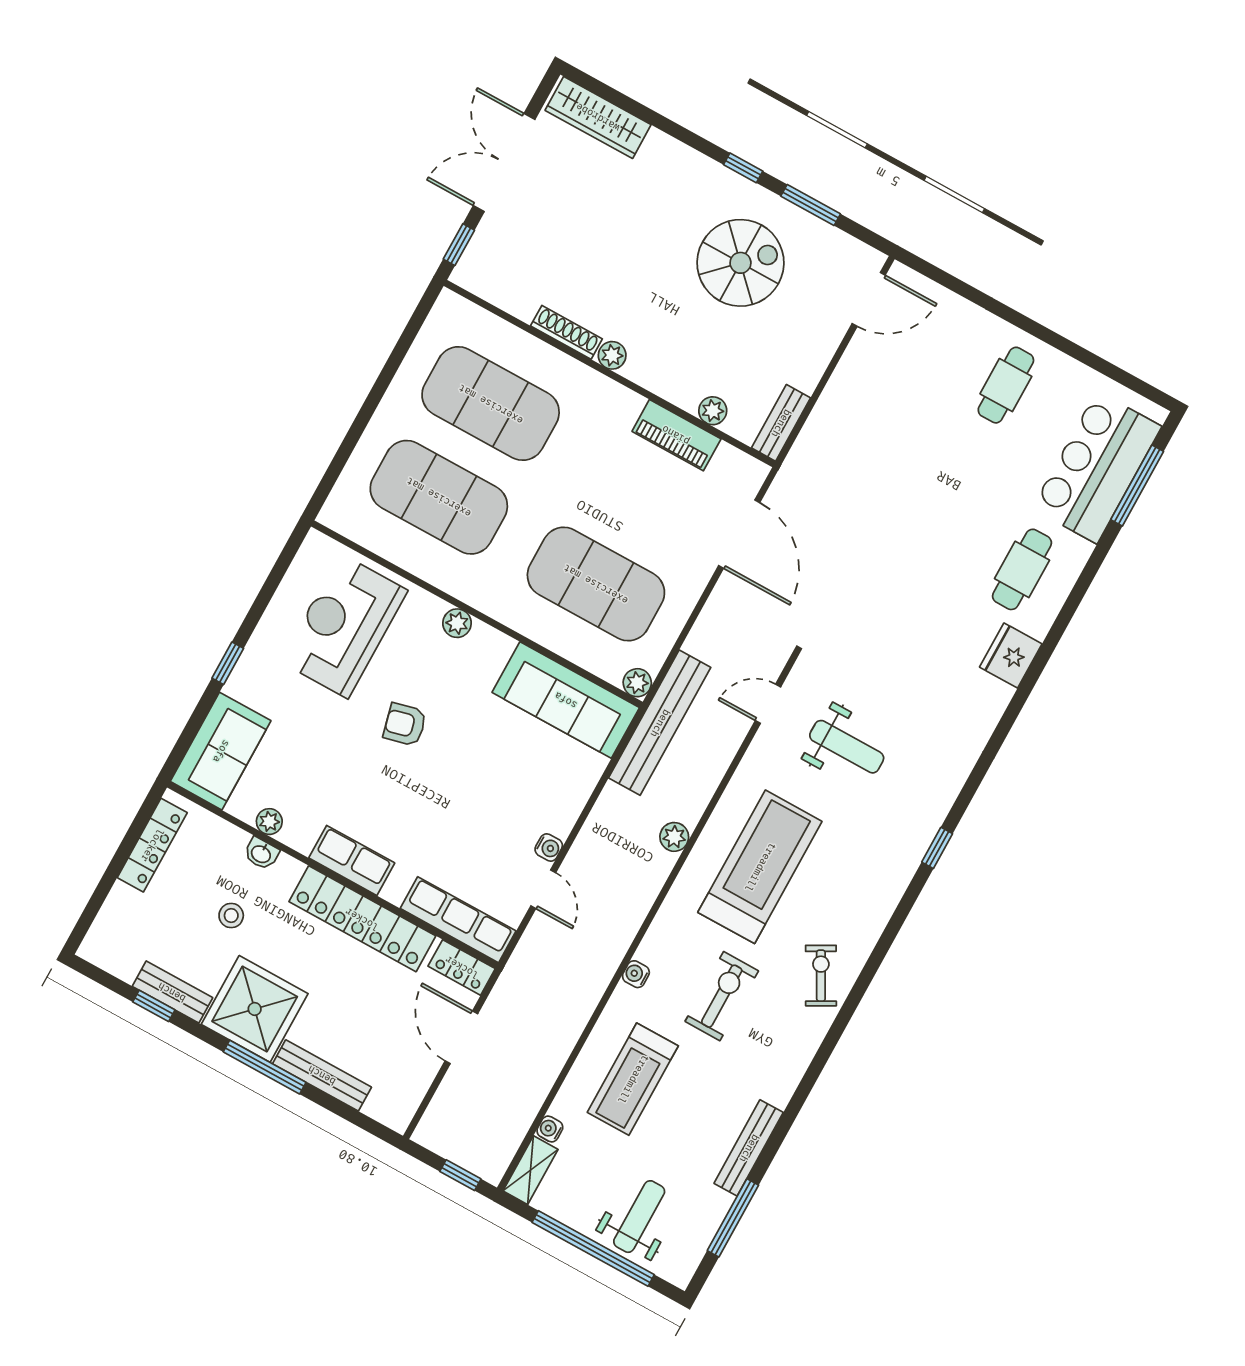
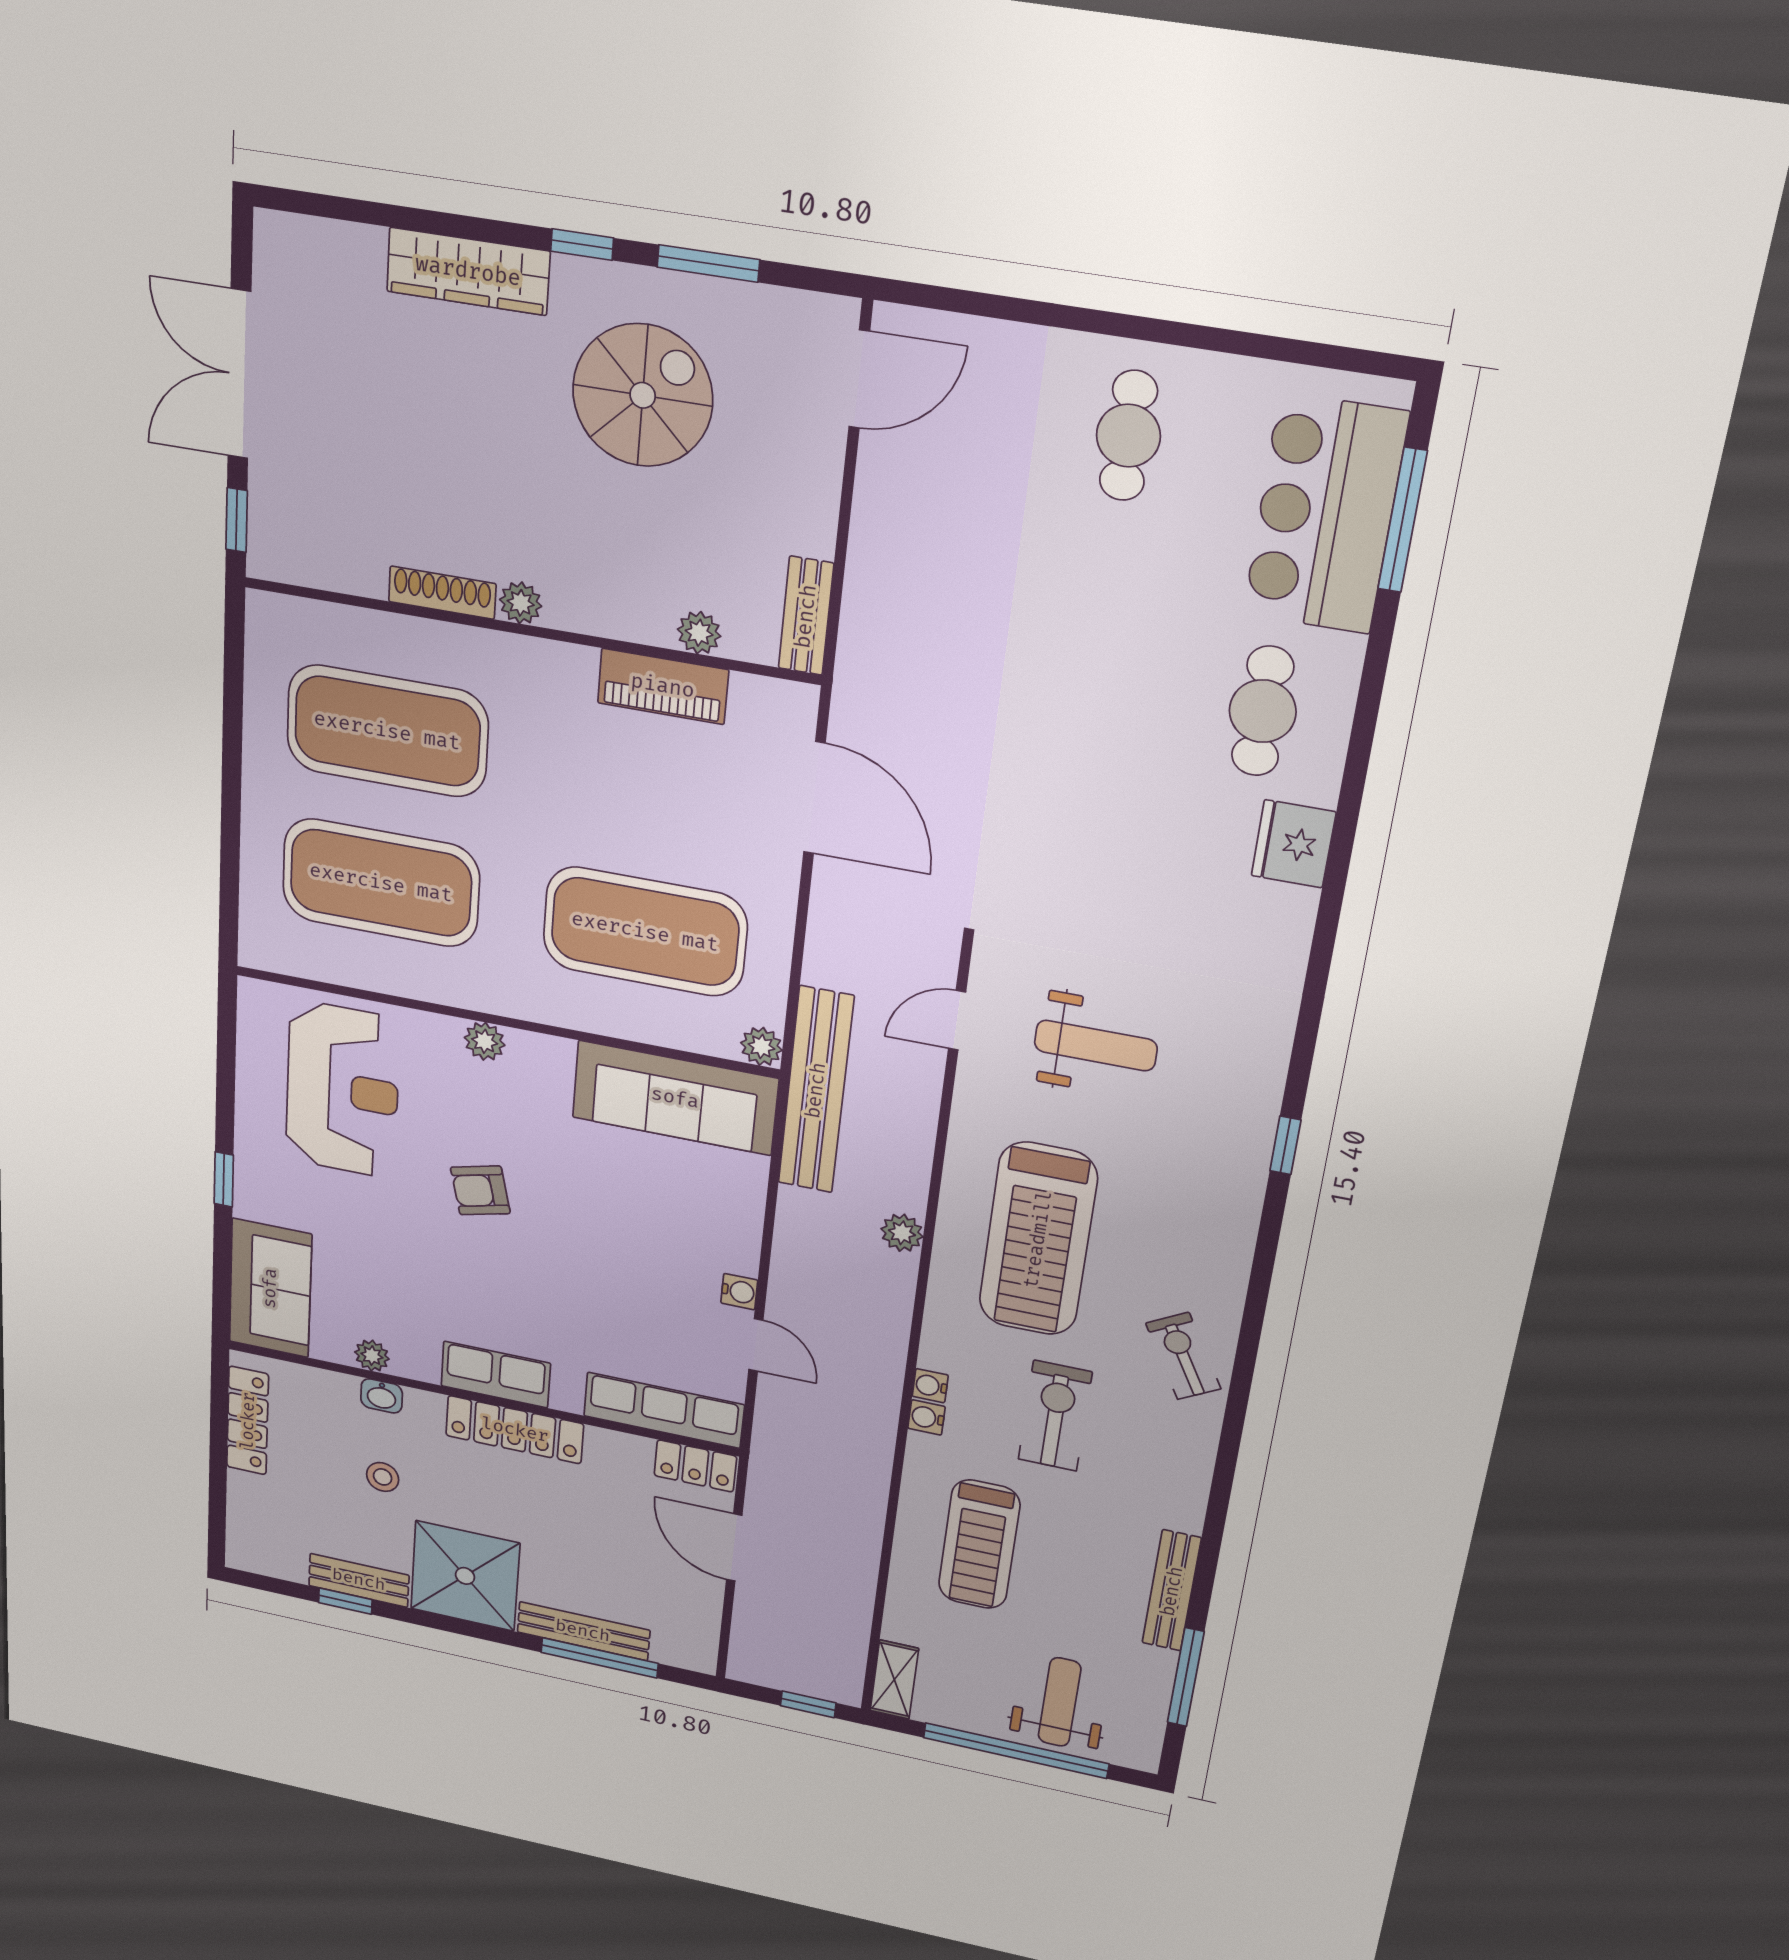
wardrobe: (598, 117) -> (468, 271), moved
reception desk: (344, 626) -> (342, 1089), turned 180
treadmill: (760, 867) -> (1038, 1239), turned 180
locker: (362, 919) -> (515, 1430), width x0.71, depth x0.83
window: (265, 1067) -> (600, 1658), moved
water cooler: (550, 1129) -> (930, 1386), moved

